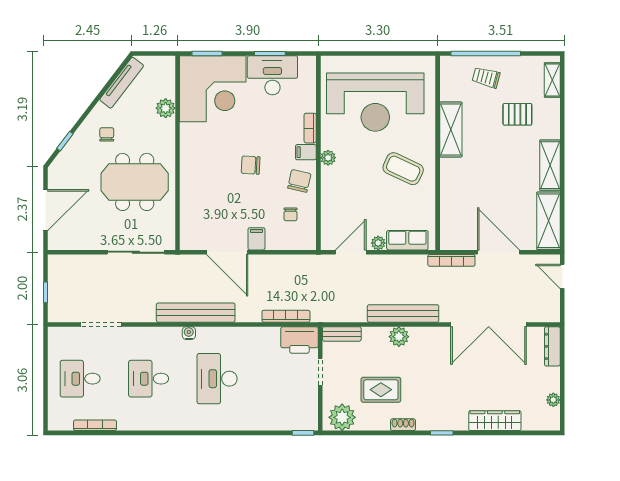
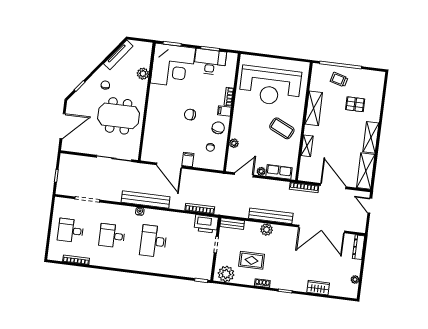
shelving: (552, 80) -> (307, 146), moved
plant: (328, 158) -> (234, 143), moved
wardrobe: (495, 421) -> (318, 288), width x0.67

